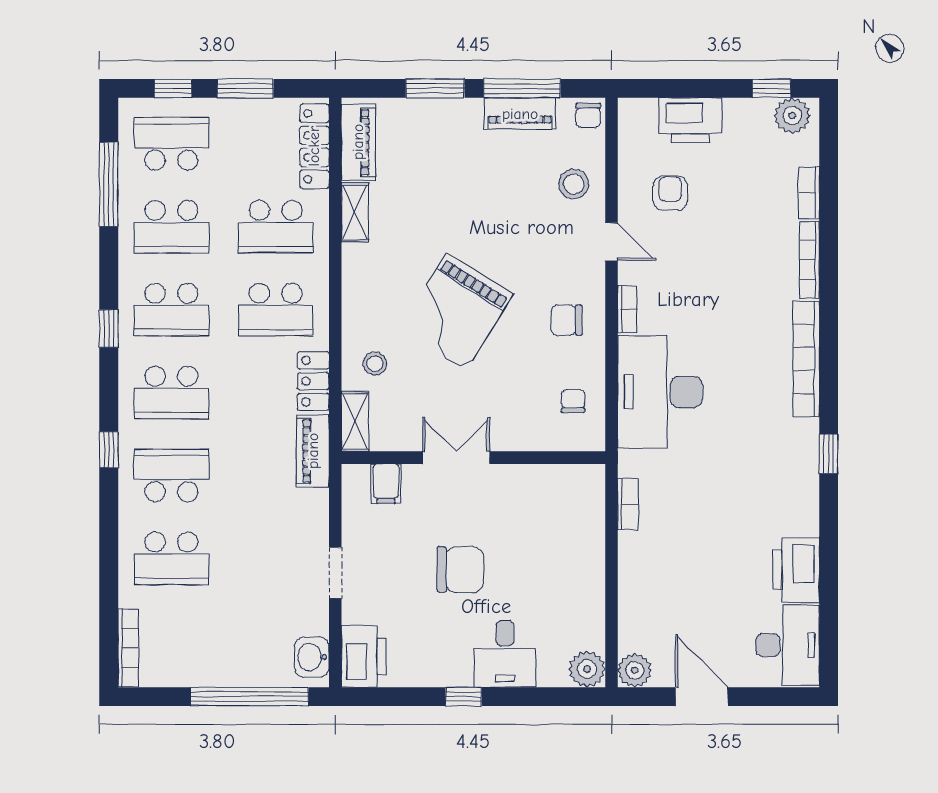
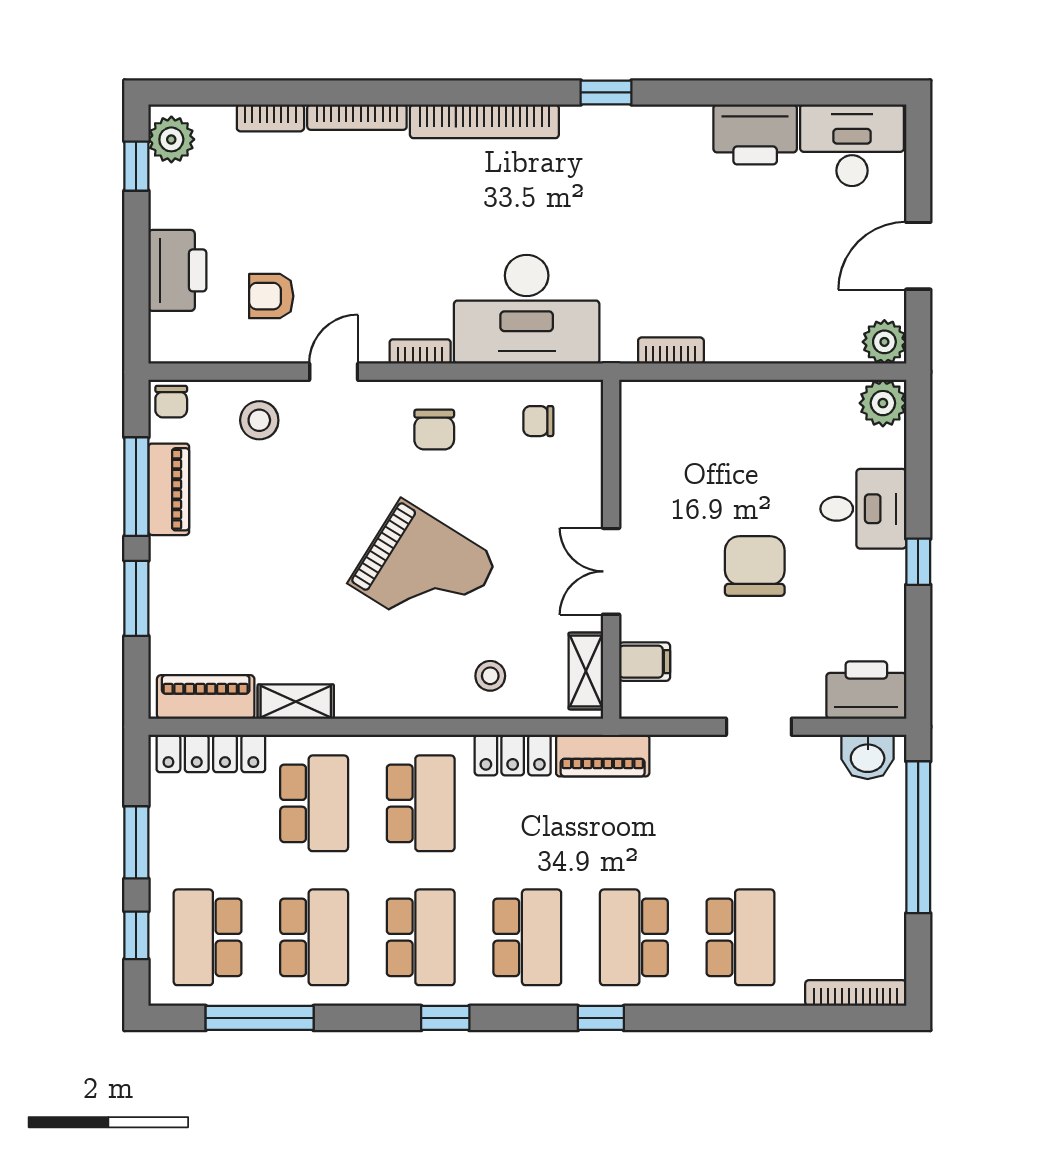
chair: (588, 115) -> (171, 402), turned 90
shelving: (355, 422) -> (586, 671), moved, turned 90

